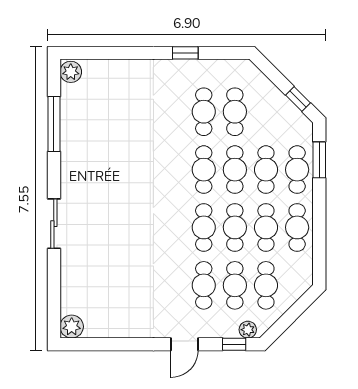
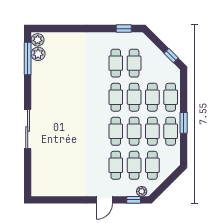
window: (185, 53) -> (124, 29), moved
window: (54, 124) -> (28, 58), moved
window: (319, 160) -> (184, 123), moved
sliding door: (54, 224) -> (28, 129), width x1.37
plant: (72, 327) -> (38, 54), moved

